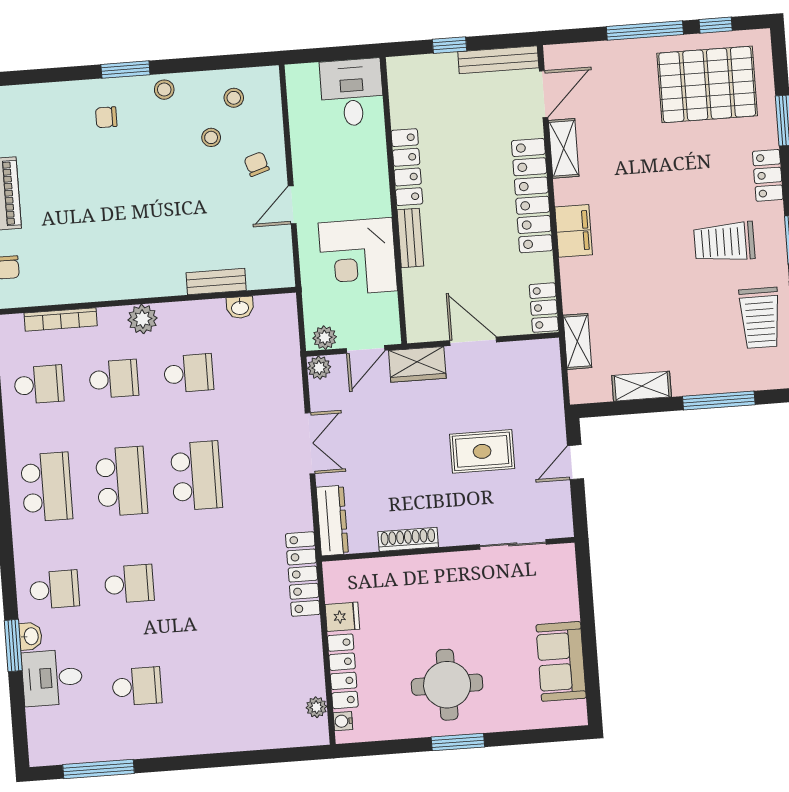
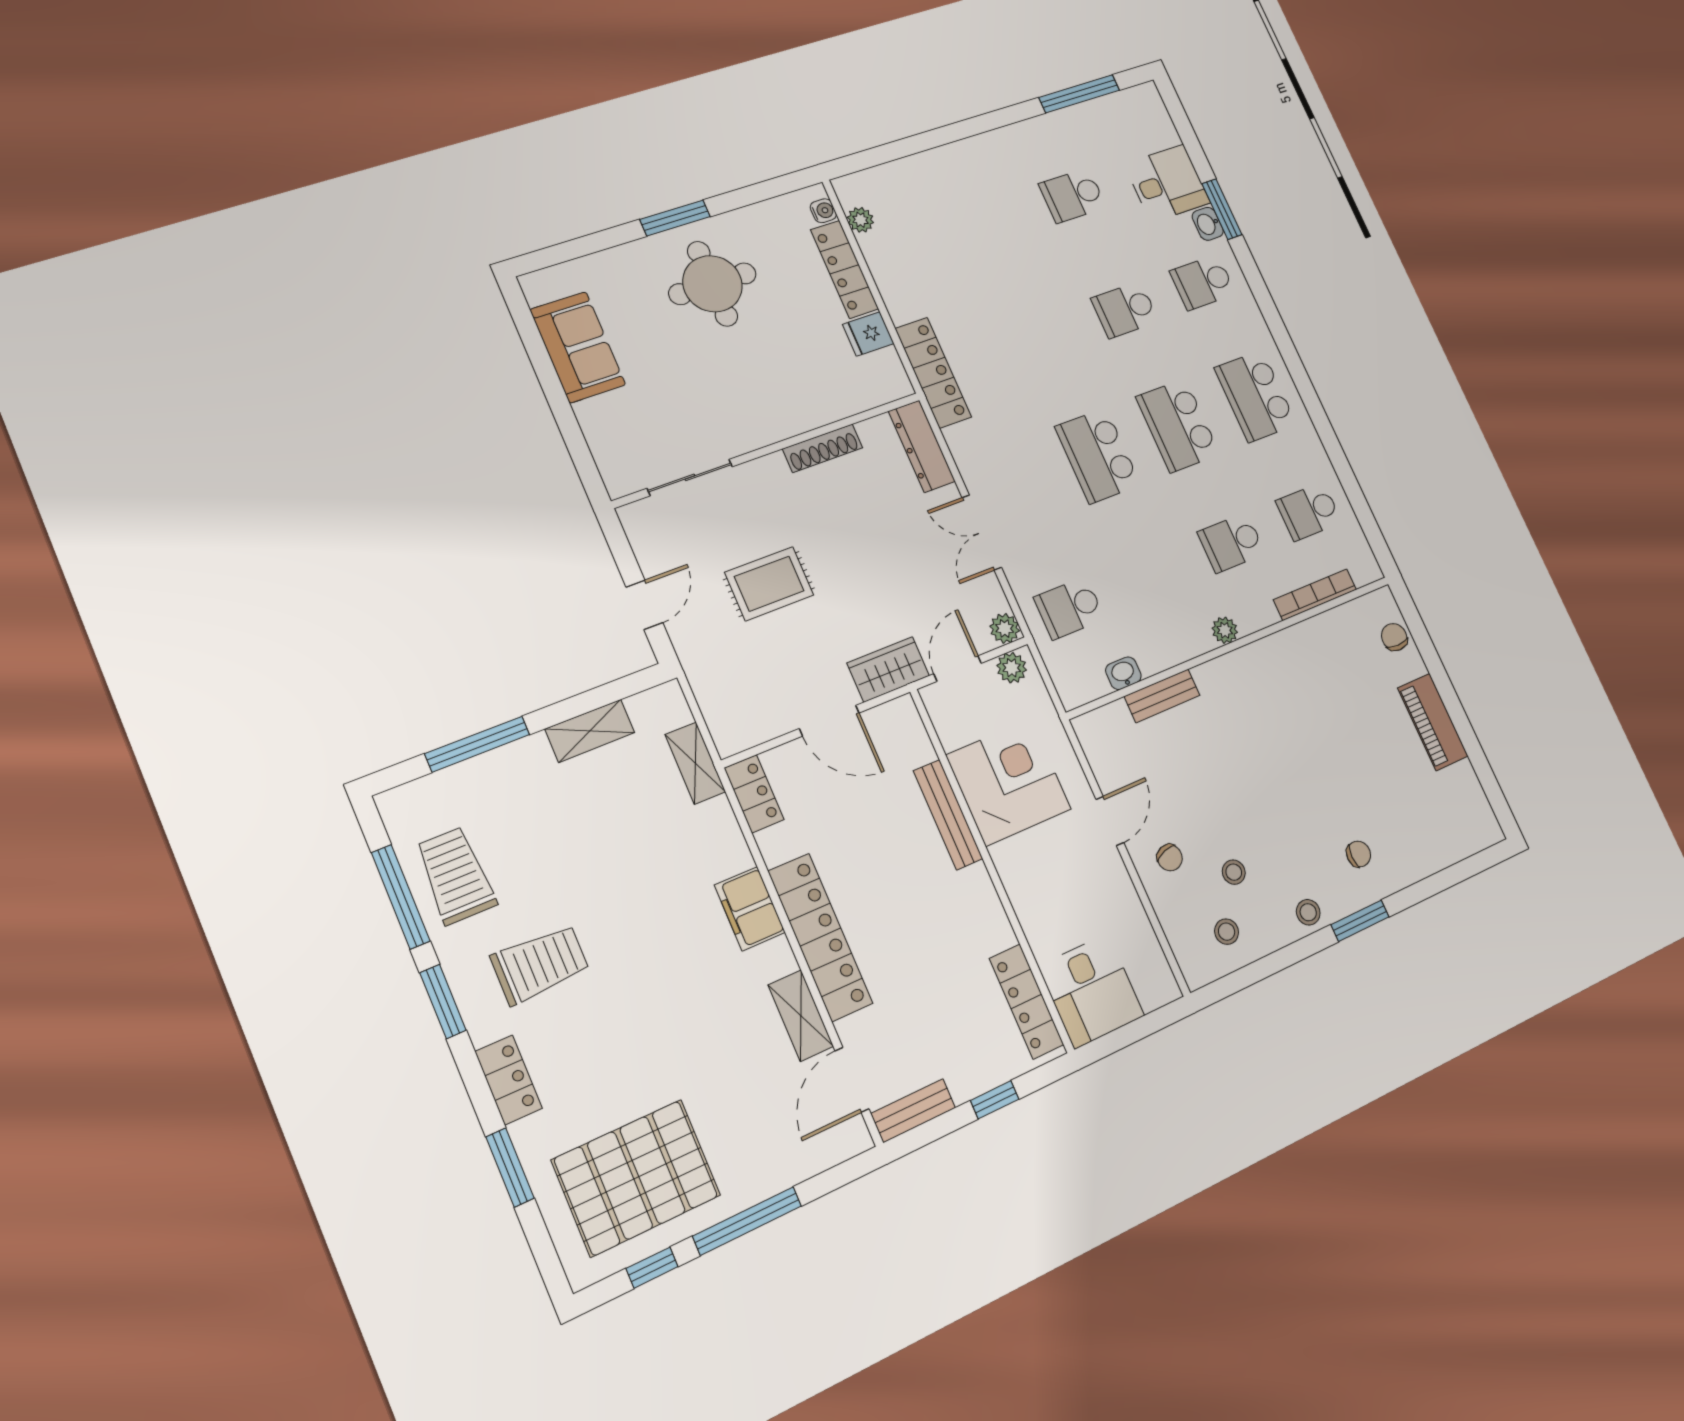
bench: (498, 60) -> (913, 1111), width x0.73
locker: (407, 167) -> (1027, 1001), moved
bench: (410, 238) -> (948, 815), width x1.36
plant: (143, 319) -> (1225, 630), width x0.73, depth x0.73
school desk: (189, 373) -> (1069, 608), moved

